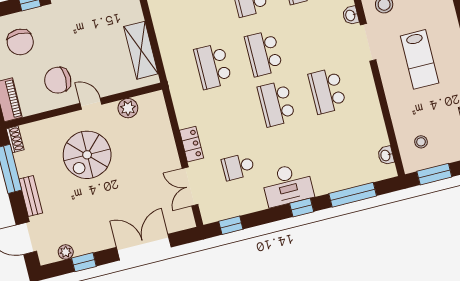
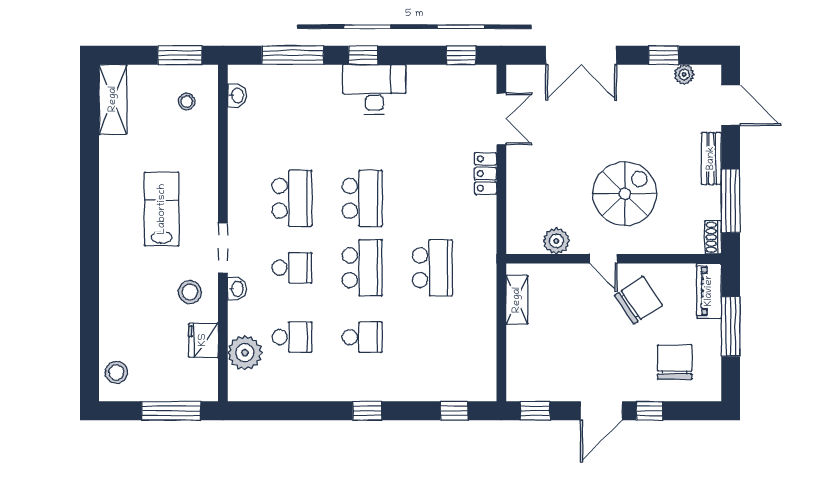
shelving: (141, 50) -> (517, 300), width x0.67, depth x0.75
chair: (58, 80) -> (638, 300), turned -34
school desk: (238, 167) -> (292, 268), moved

